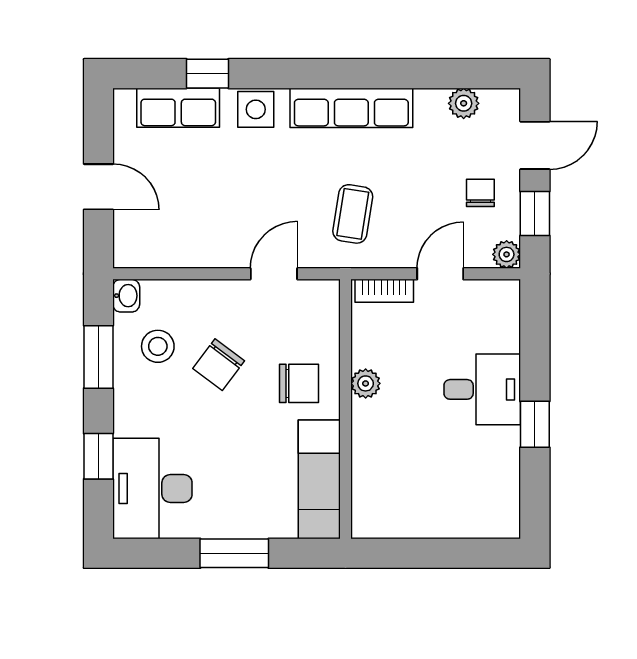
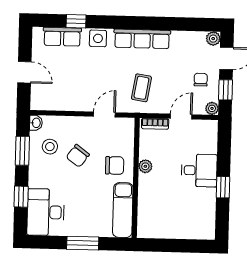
plant: (464, 103) -> (213, 39), moved

